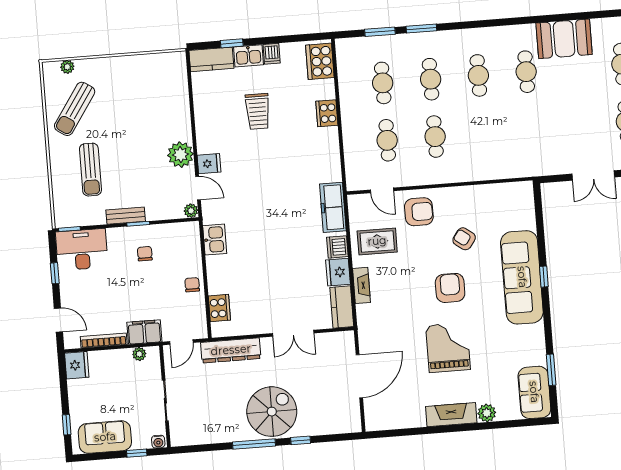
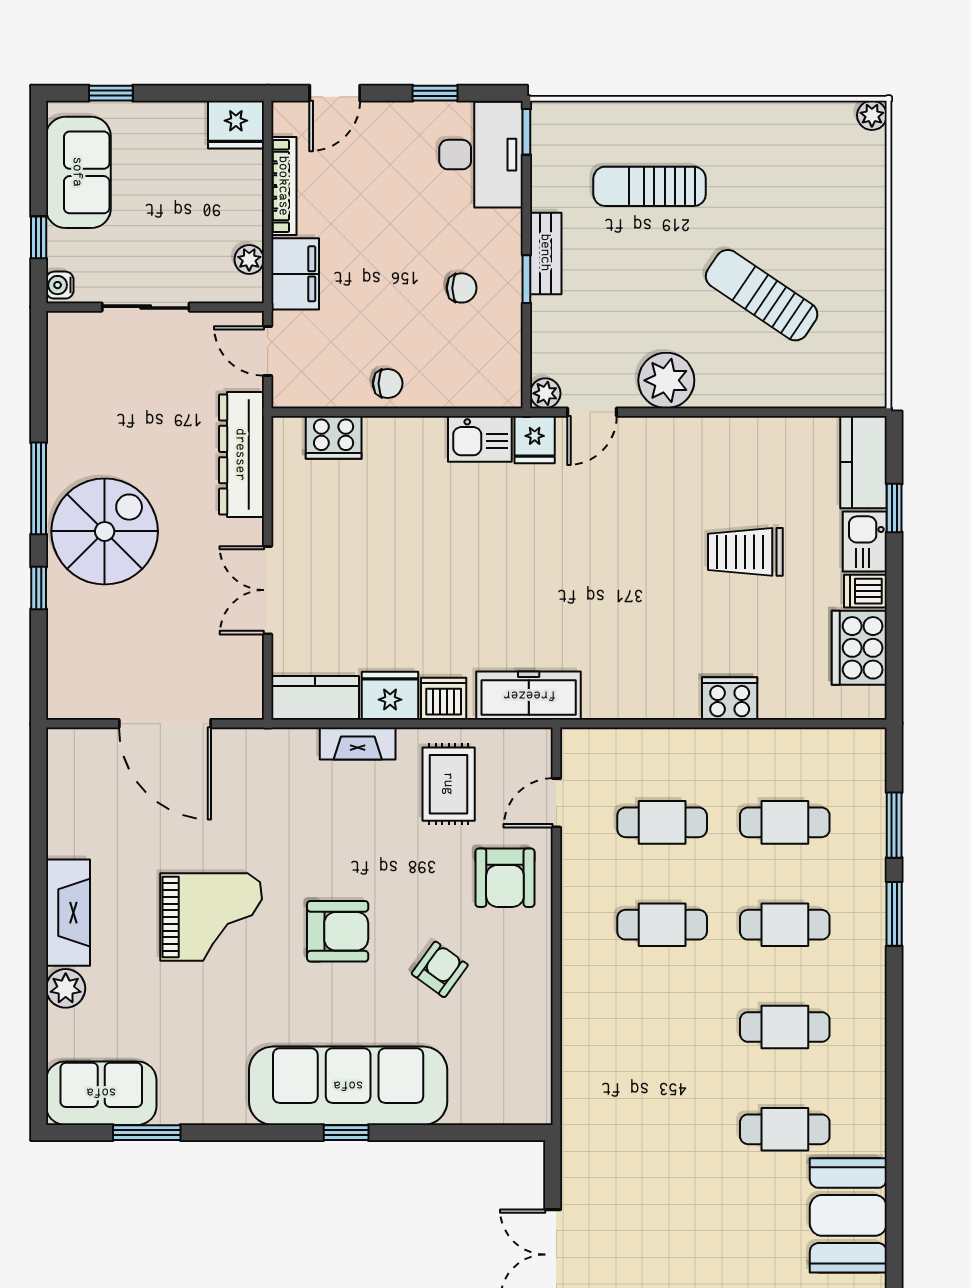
cooker: (320, 61) -> (859, 648), moved, turned -90
plant: (67, 67) -> (872, 115), moved
sun lounger: (75, 109) -> (762, 295), moved
fridge: (209, 164) -> (535, 440), moved
spiral stairs: (272, 412) -> (105, 531), turned -90

